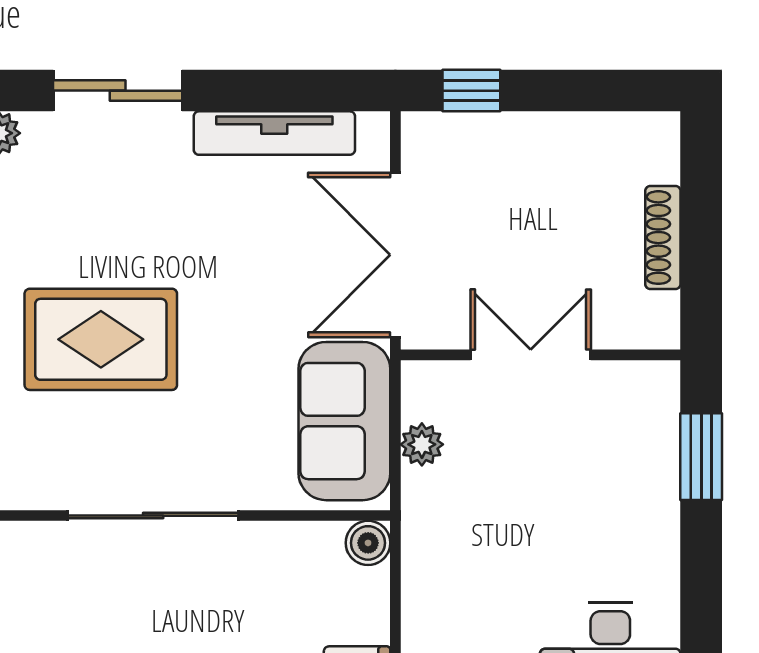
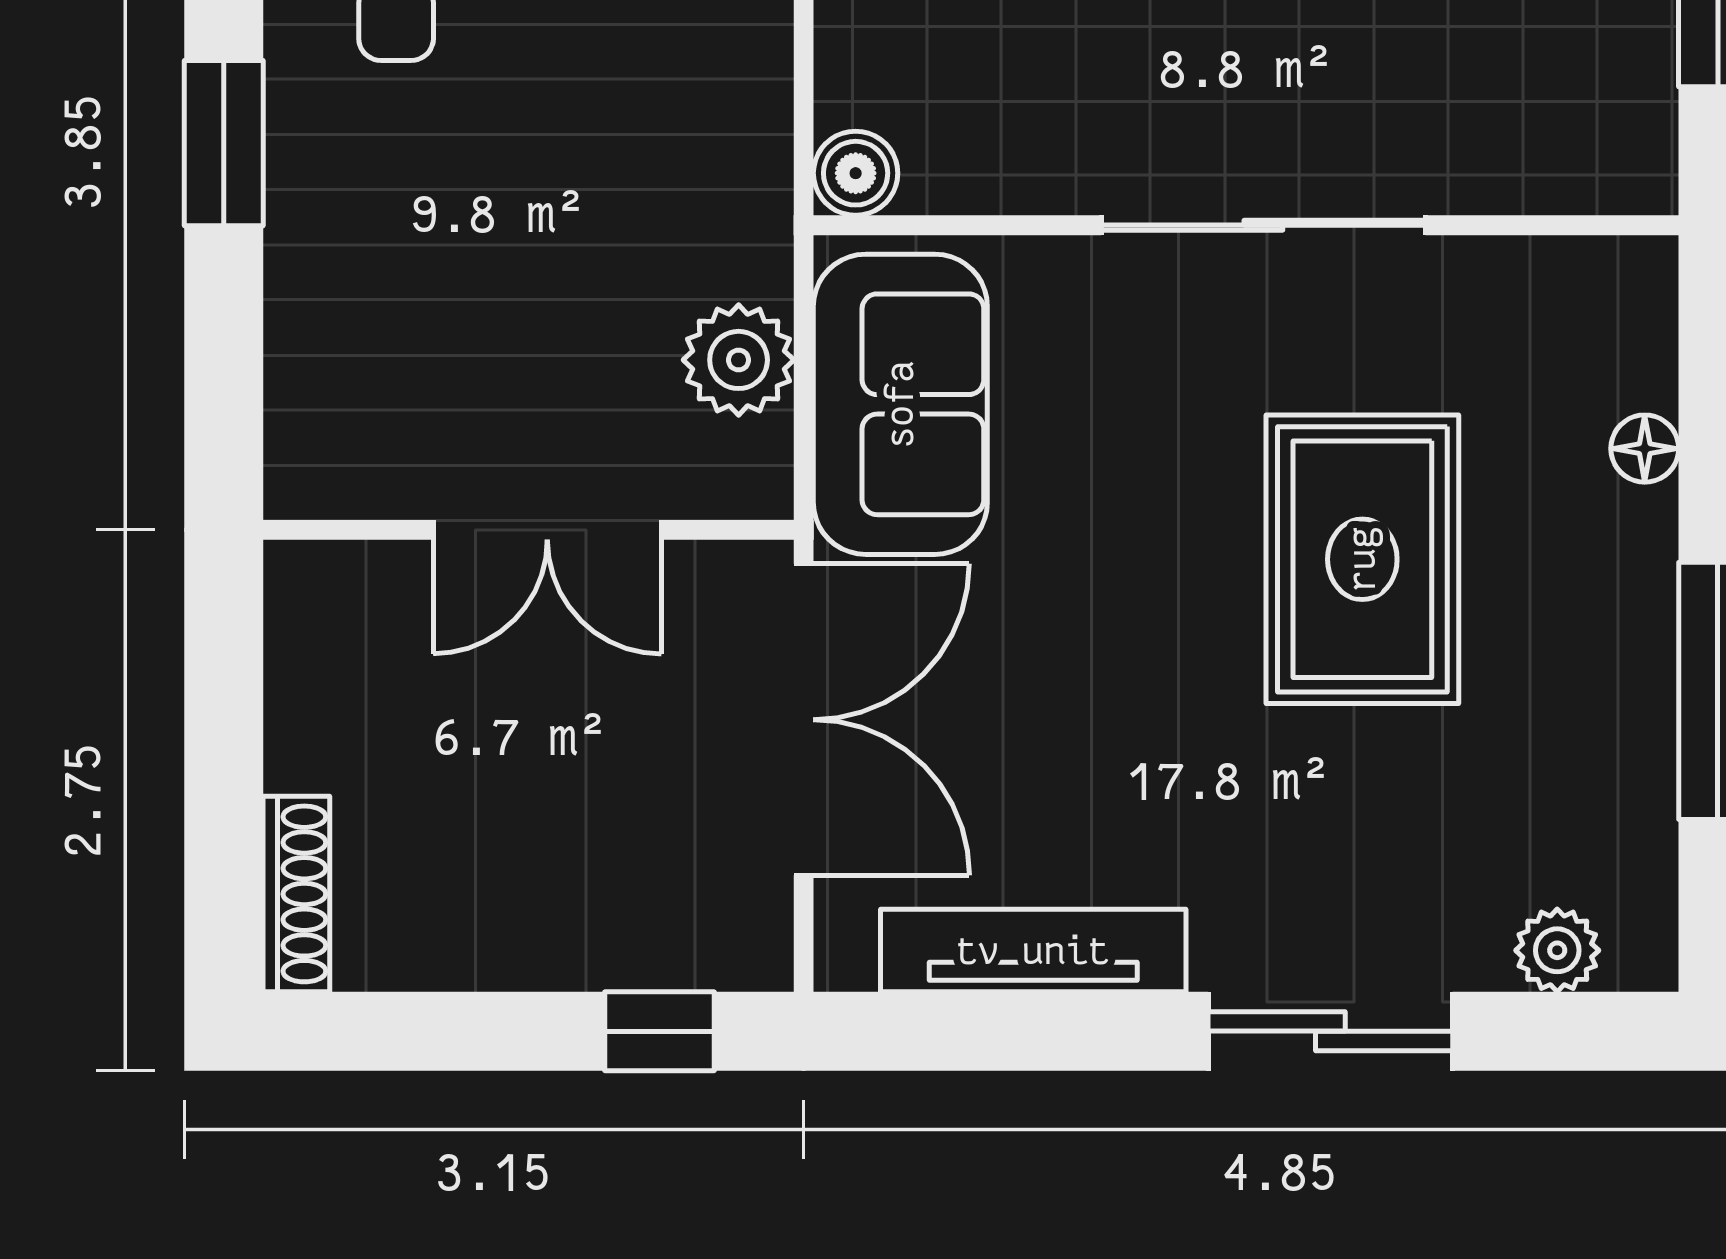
shoe rack: (663, 238) -> (296, 894), moved
rug: (101, 339) -> (1362, 559), turned 90
plant: (422, 444) -> (739, 360), width x1.38, depth x1.38
window: (701, 457) -> (224, 143), moved

